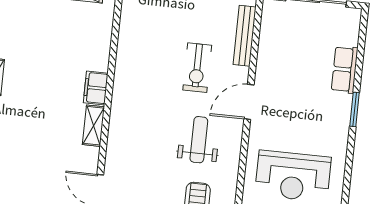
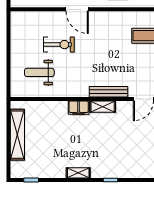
bench: (245, 36) -> (108, 92), moved
weight bench: (199, 140) -> (39, 72), moved

